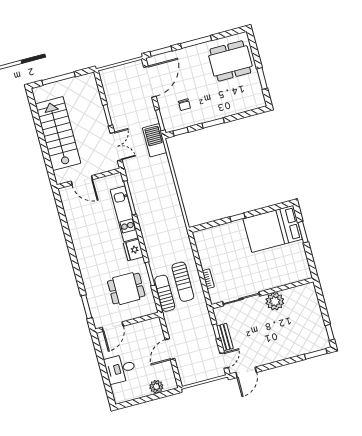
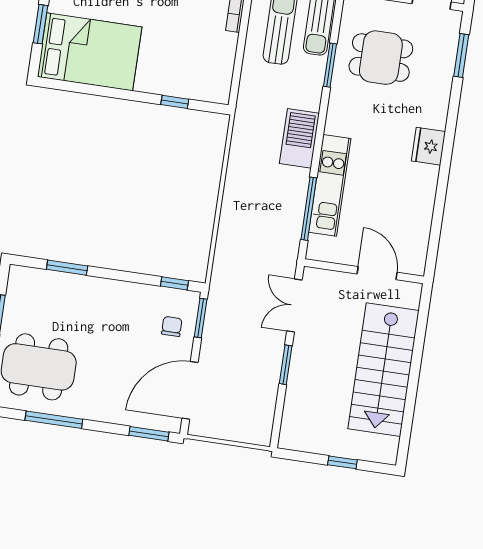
window: (196, 42) -> (54, 420), moved
window: (58, 79) -> (342, 462), width x0.46
chair: (184, 105) -> (172, 326), moved
window: (213, 123) -> (67, 268), moved
barbecue: (155, 140) -> (299, 138), moved, turned 180
window: (238, 217) -> (175, 102), moved
fridge: (133, 250) -> (428, 146), moved, turned 180

